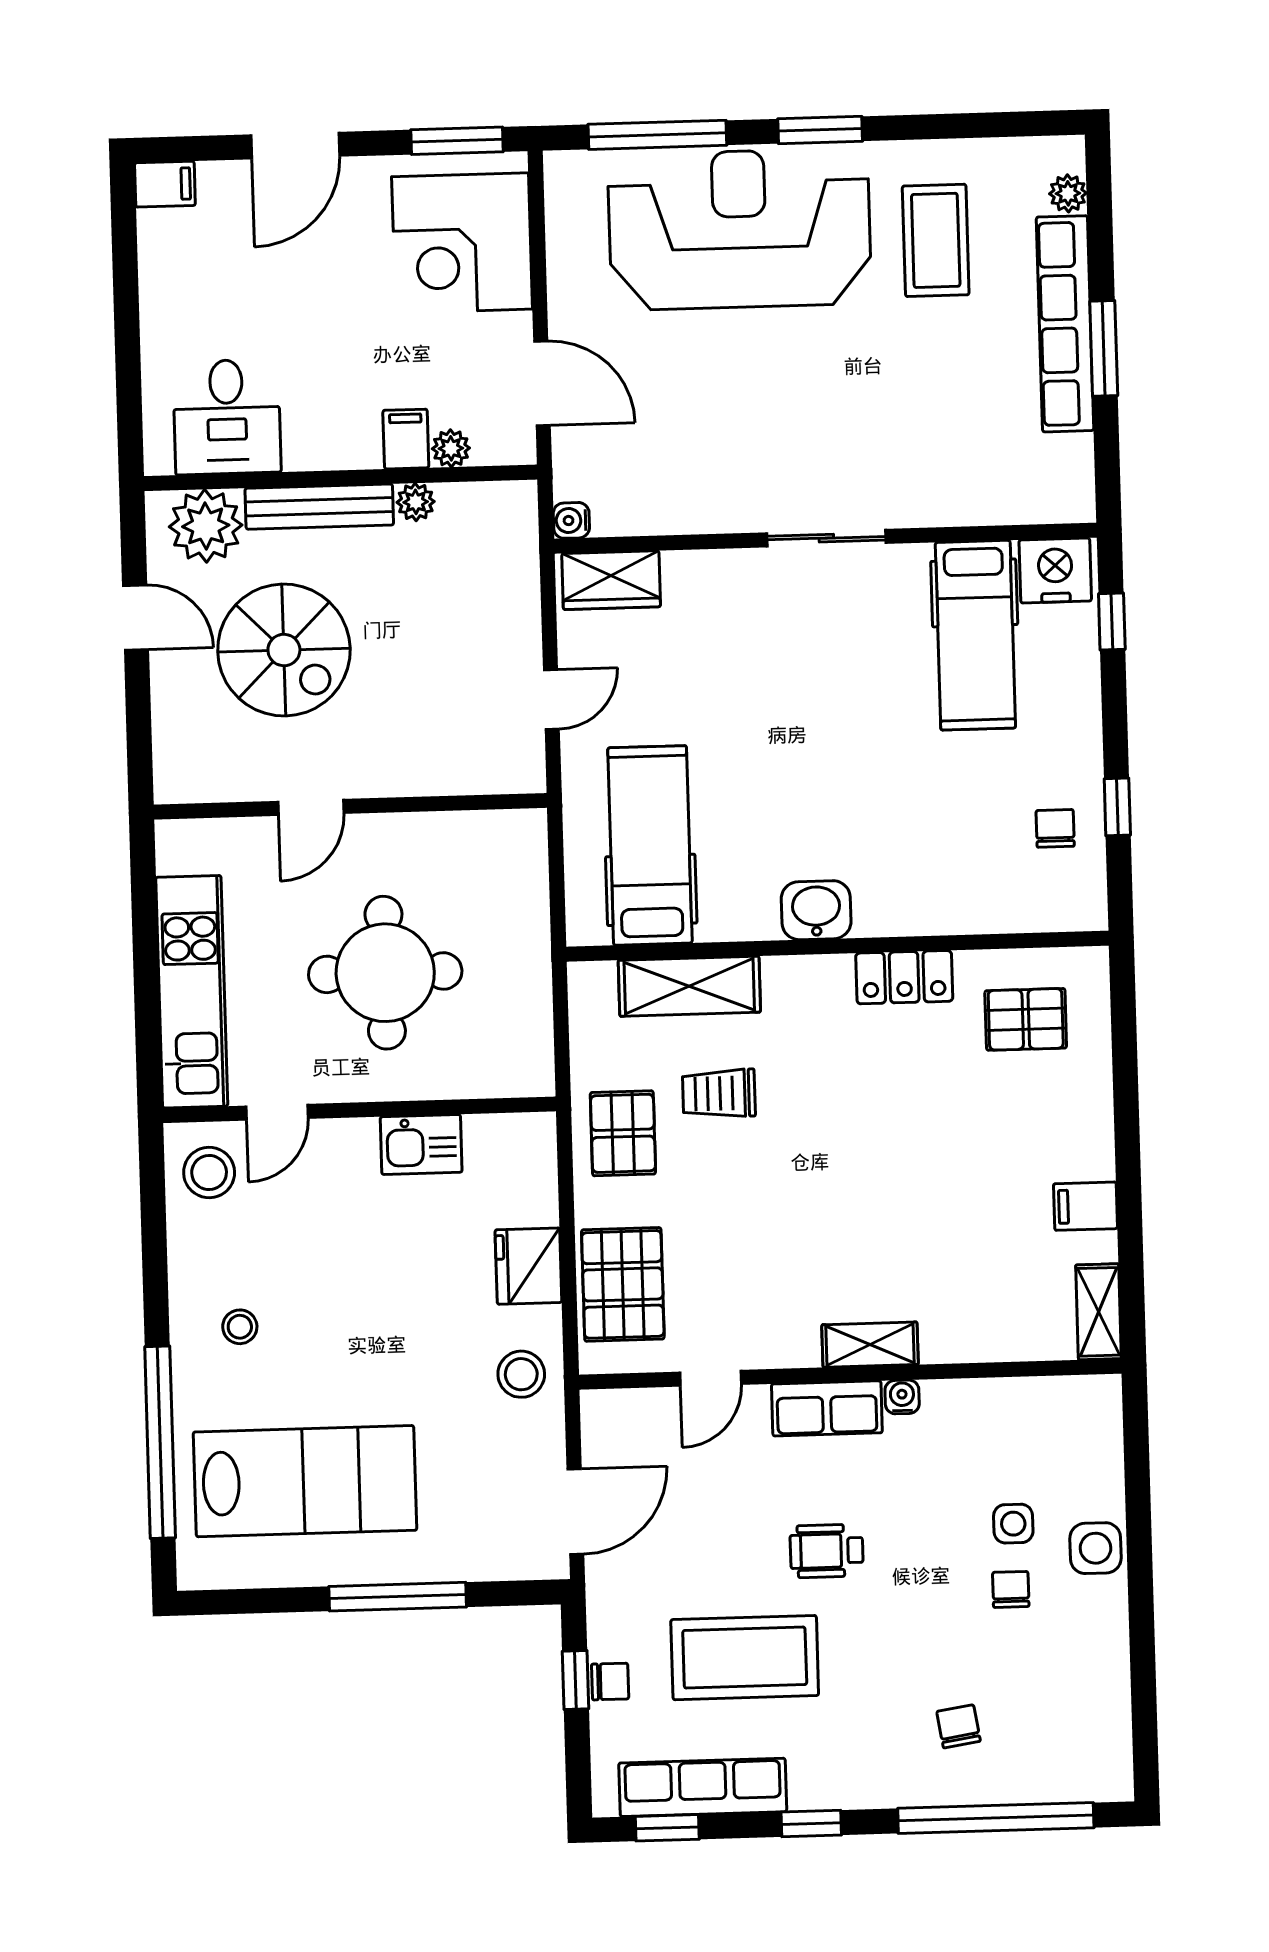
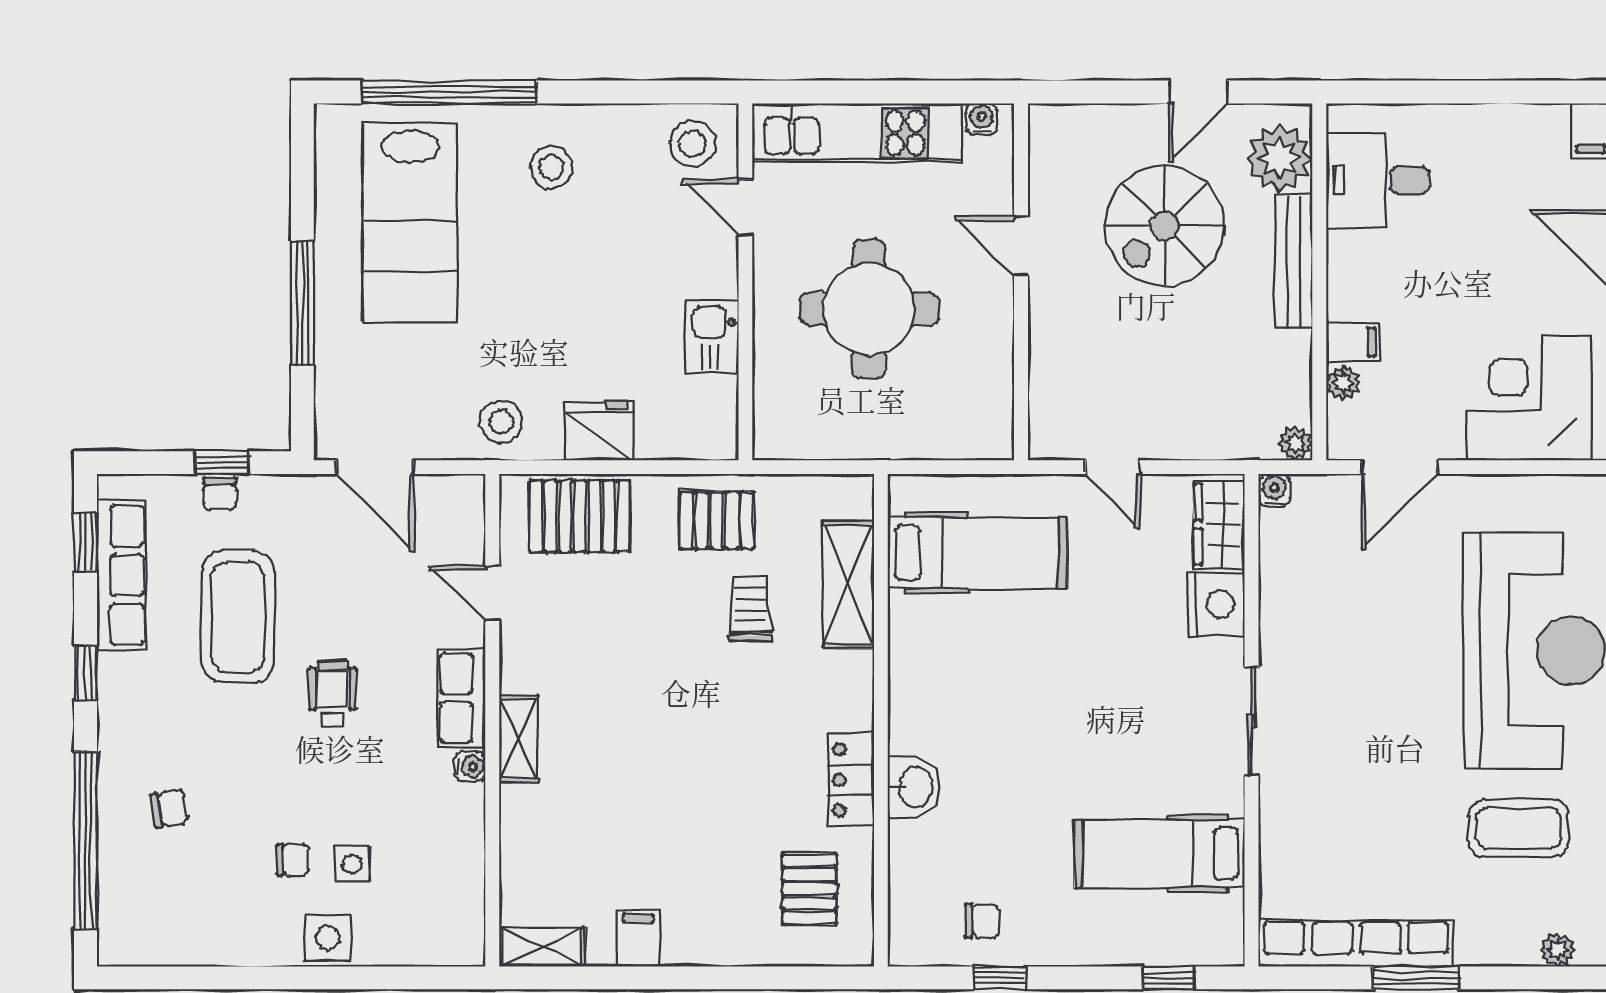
row of seats: (1065, 324) -> (1356, 943), moved
plant: (416, 502) -> (1295, 443), moved
nightstand: (1055, 570) -> (1216, 604), moved
water cooler: (173, 855) -> (981, 119), added
washbasin: (816, 910) -> (914, 787), moved
stool: (240, 1327) -> (552, 168), width x1.37, depth x1.37

